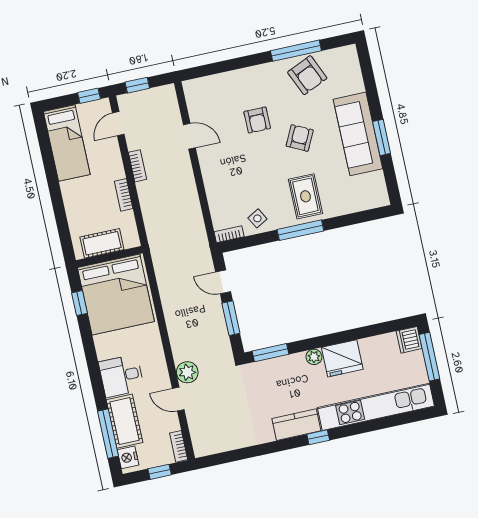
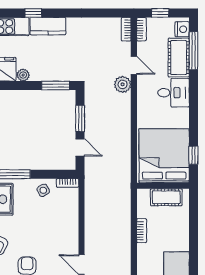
bookcase: (138, 166) -> (126, 29), moved

